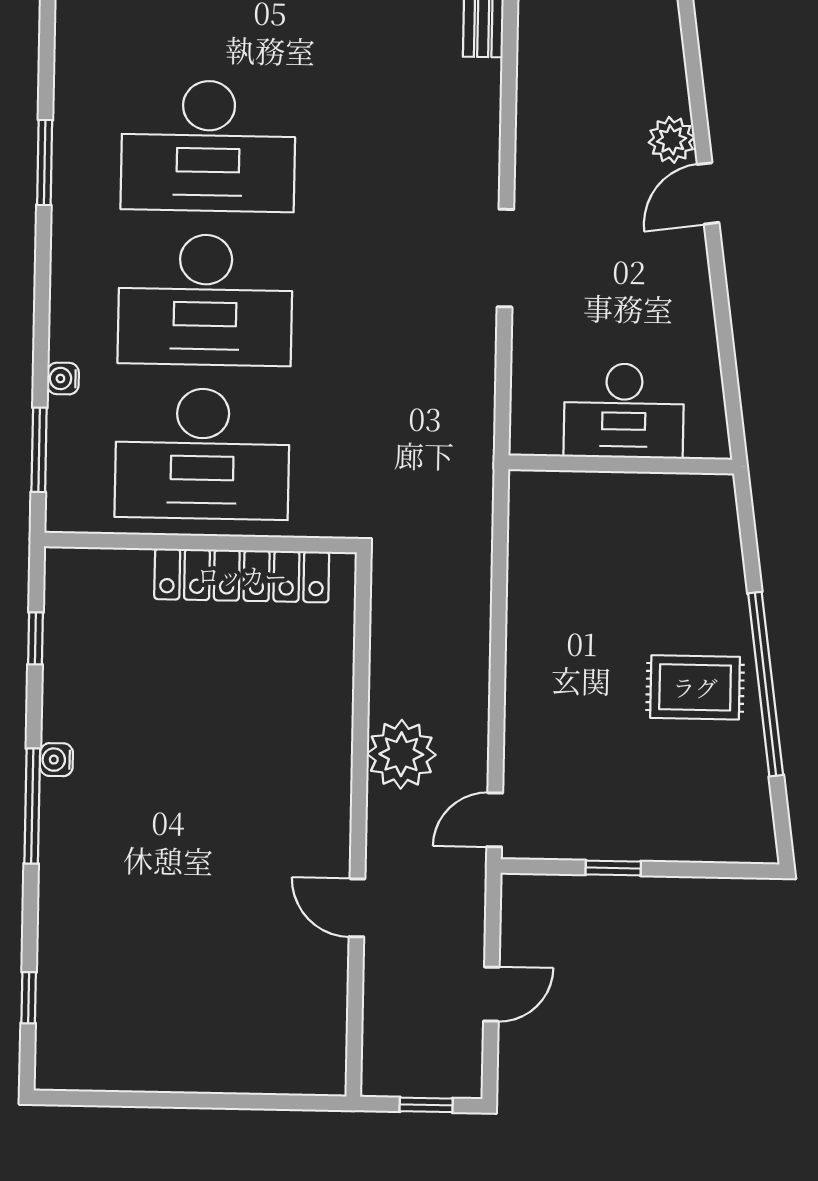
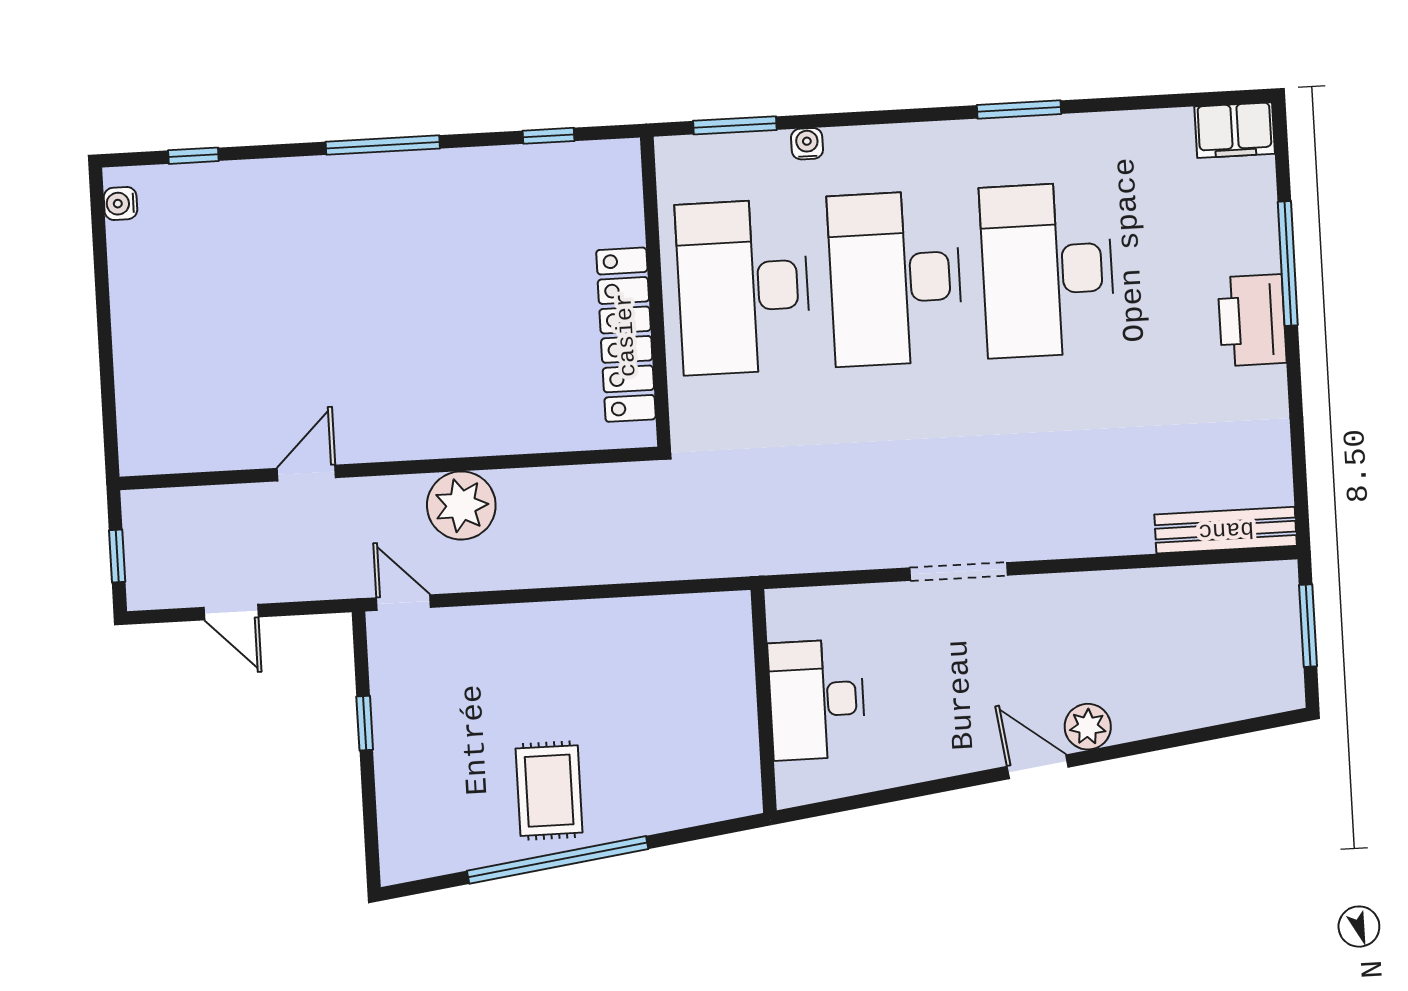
water cooler: (56, 760) -> (120, 203), moved, turned -90

